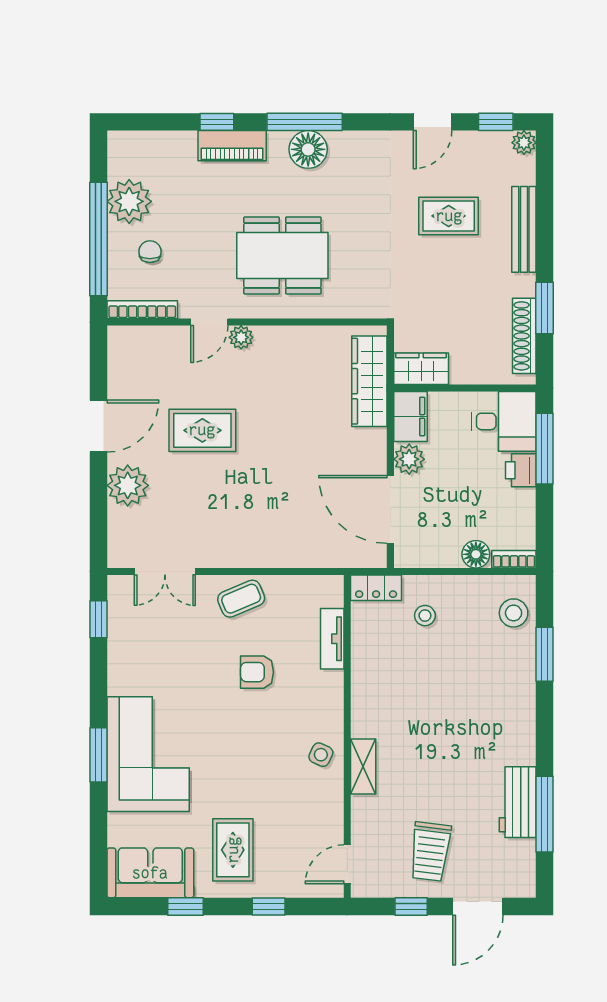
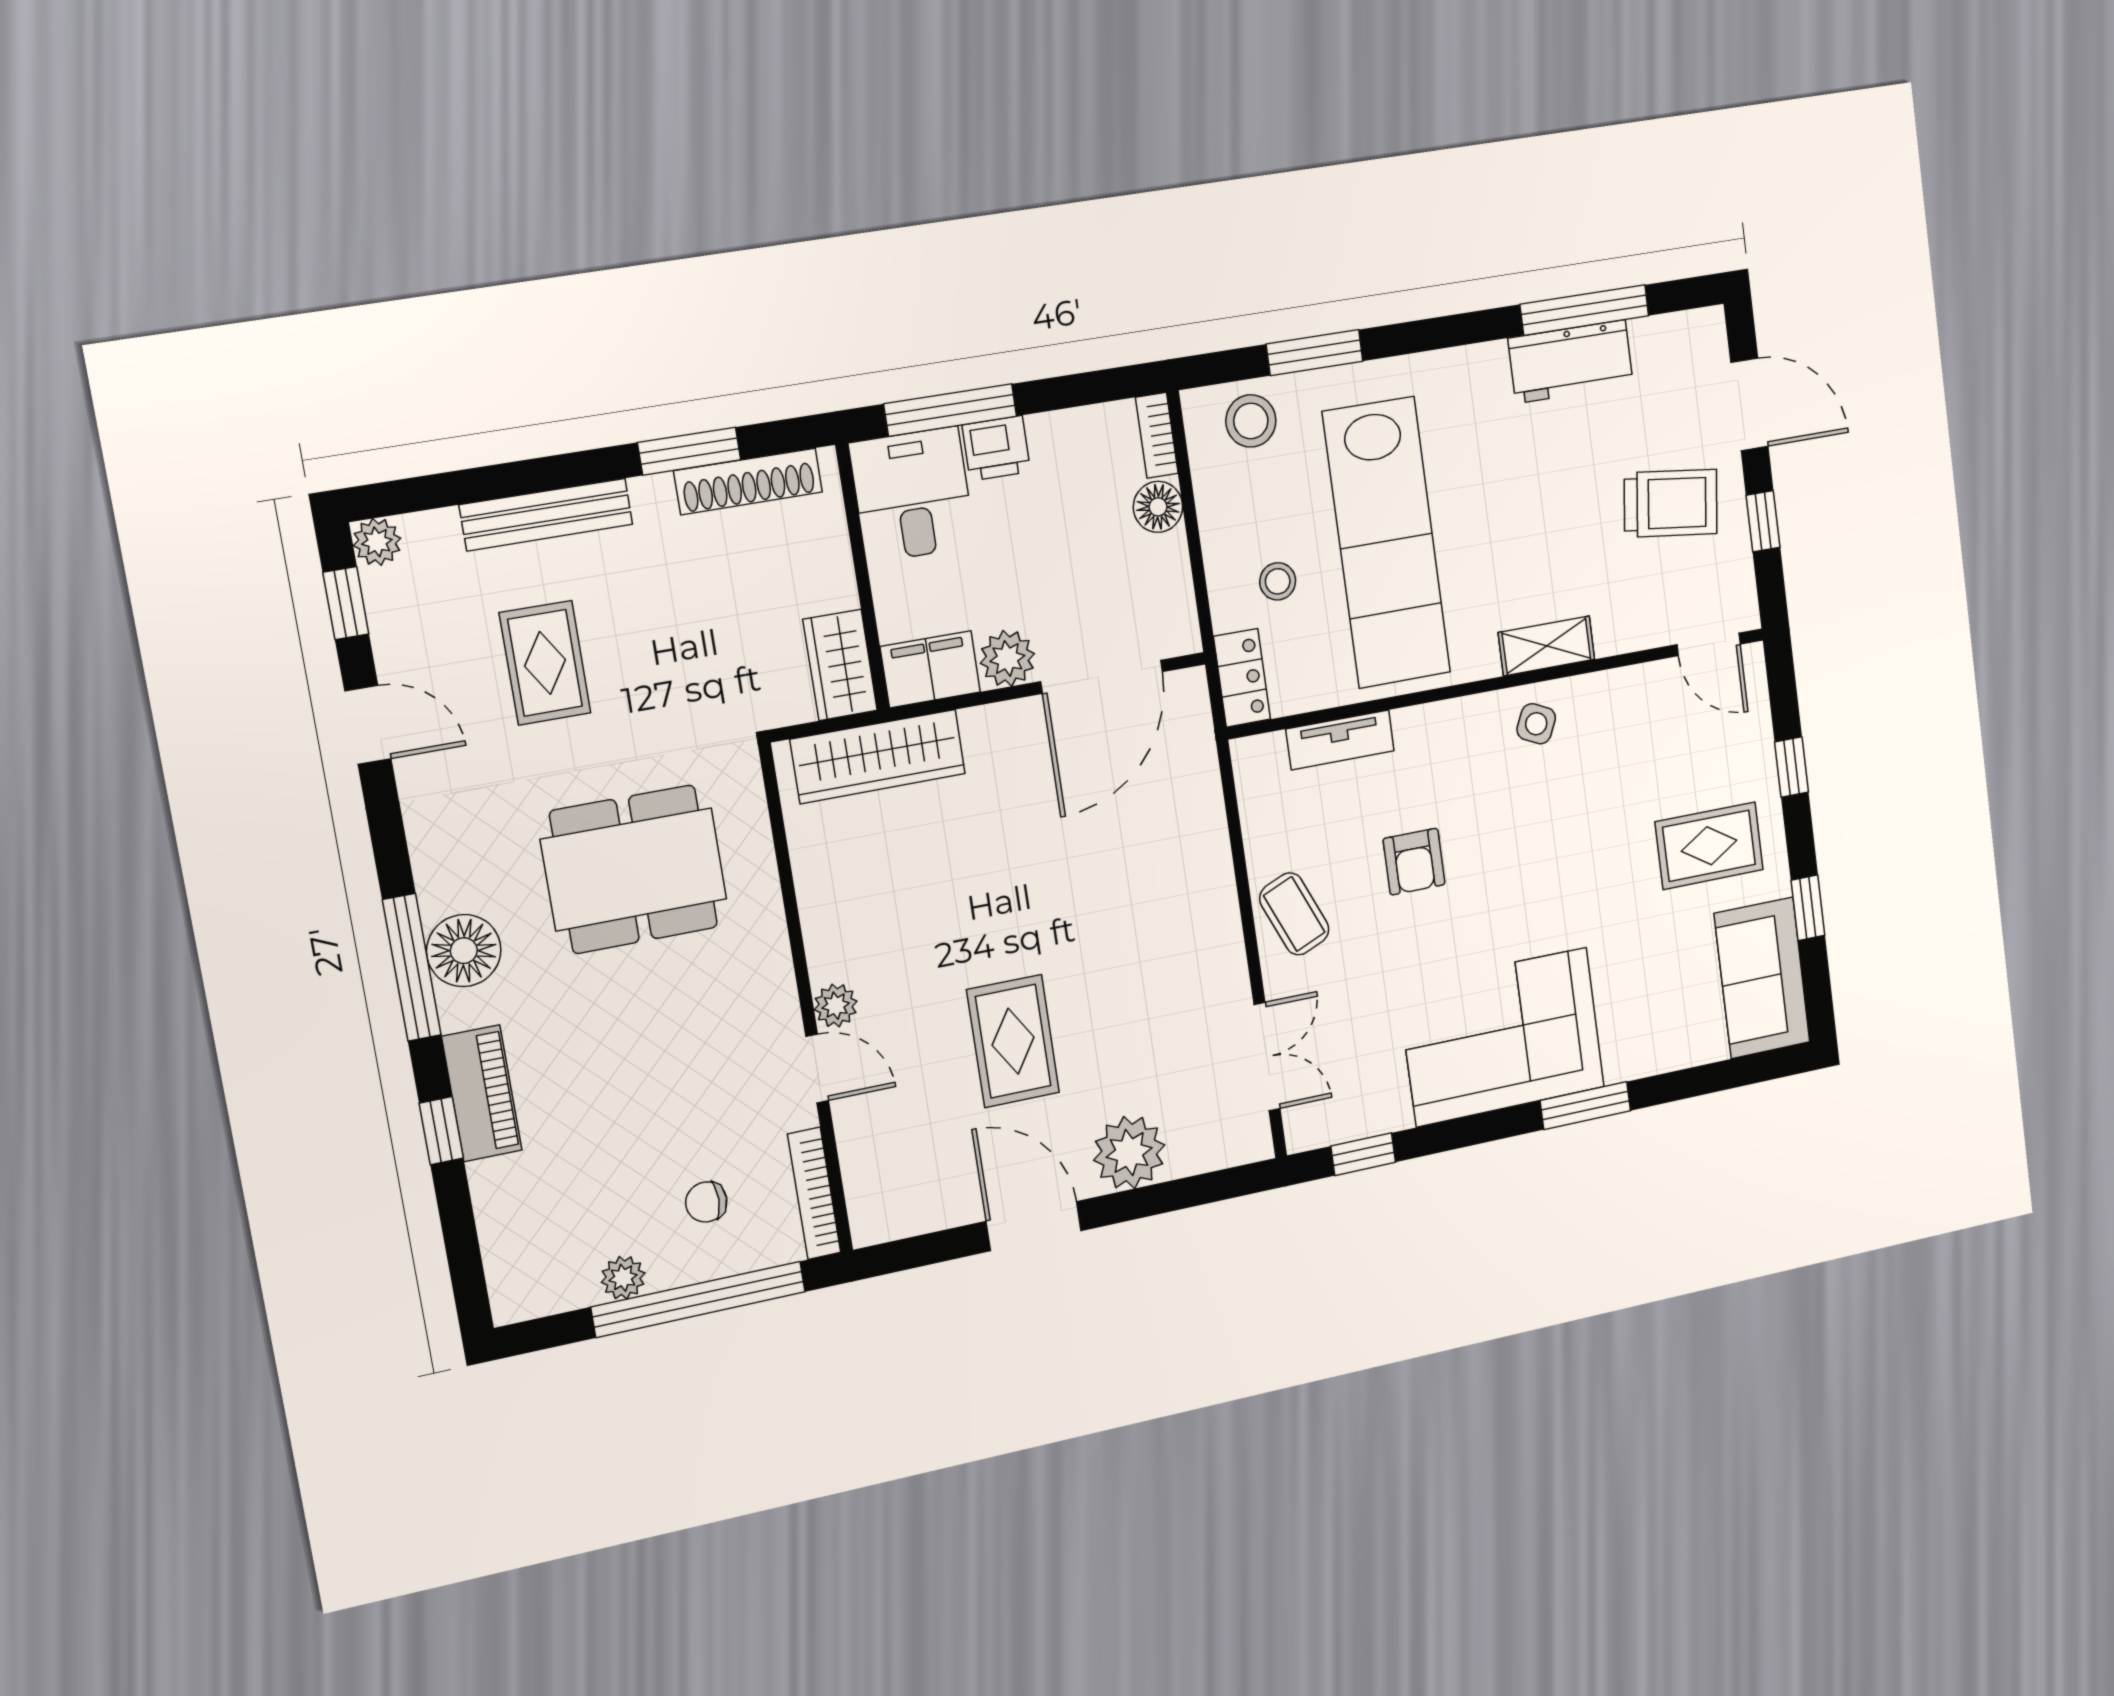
plant: (129, 201) -> (623, 1278), width x0.53, depth x0.53
dining table: (282, 255) -> (634, 869), moved, turned 90
lab bench: (436, 681) -> (1387, 543), added
corner sofa: (148, 754) -> (1502, 1037), moved

